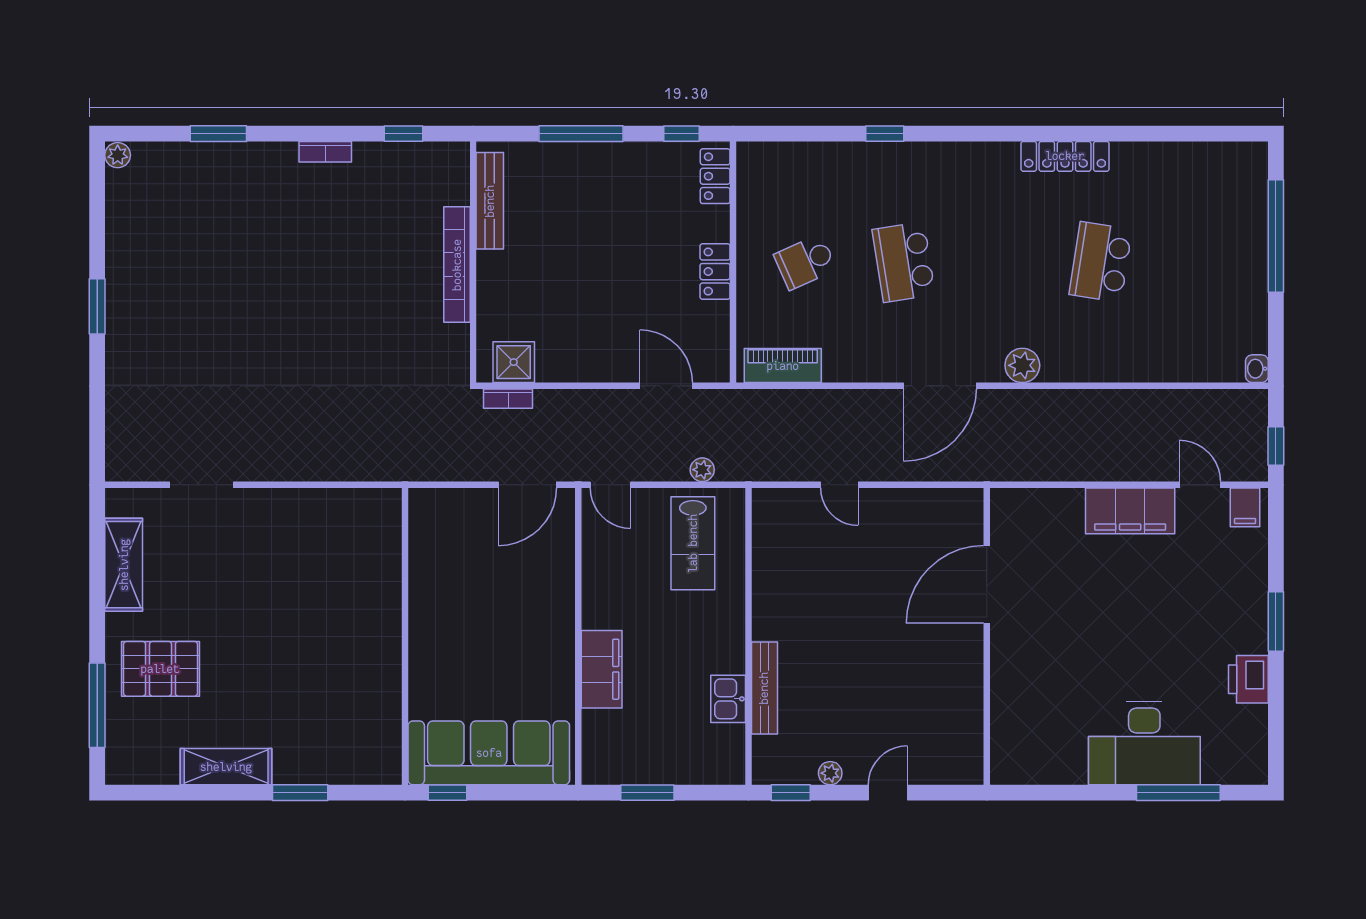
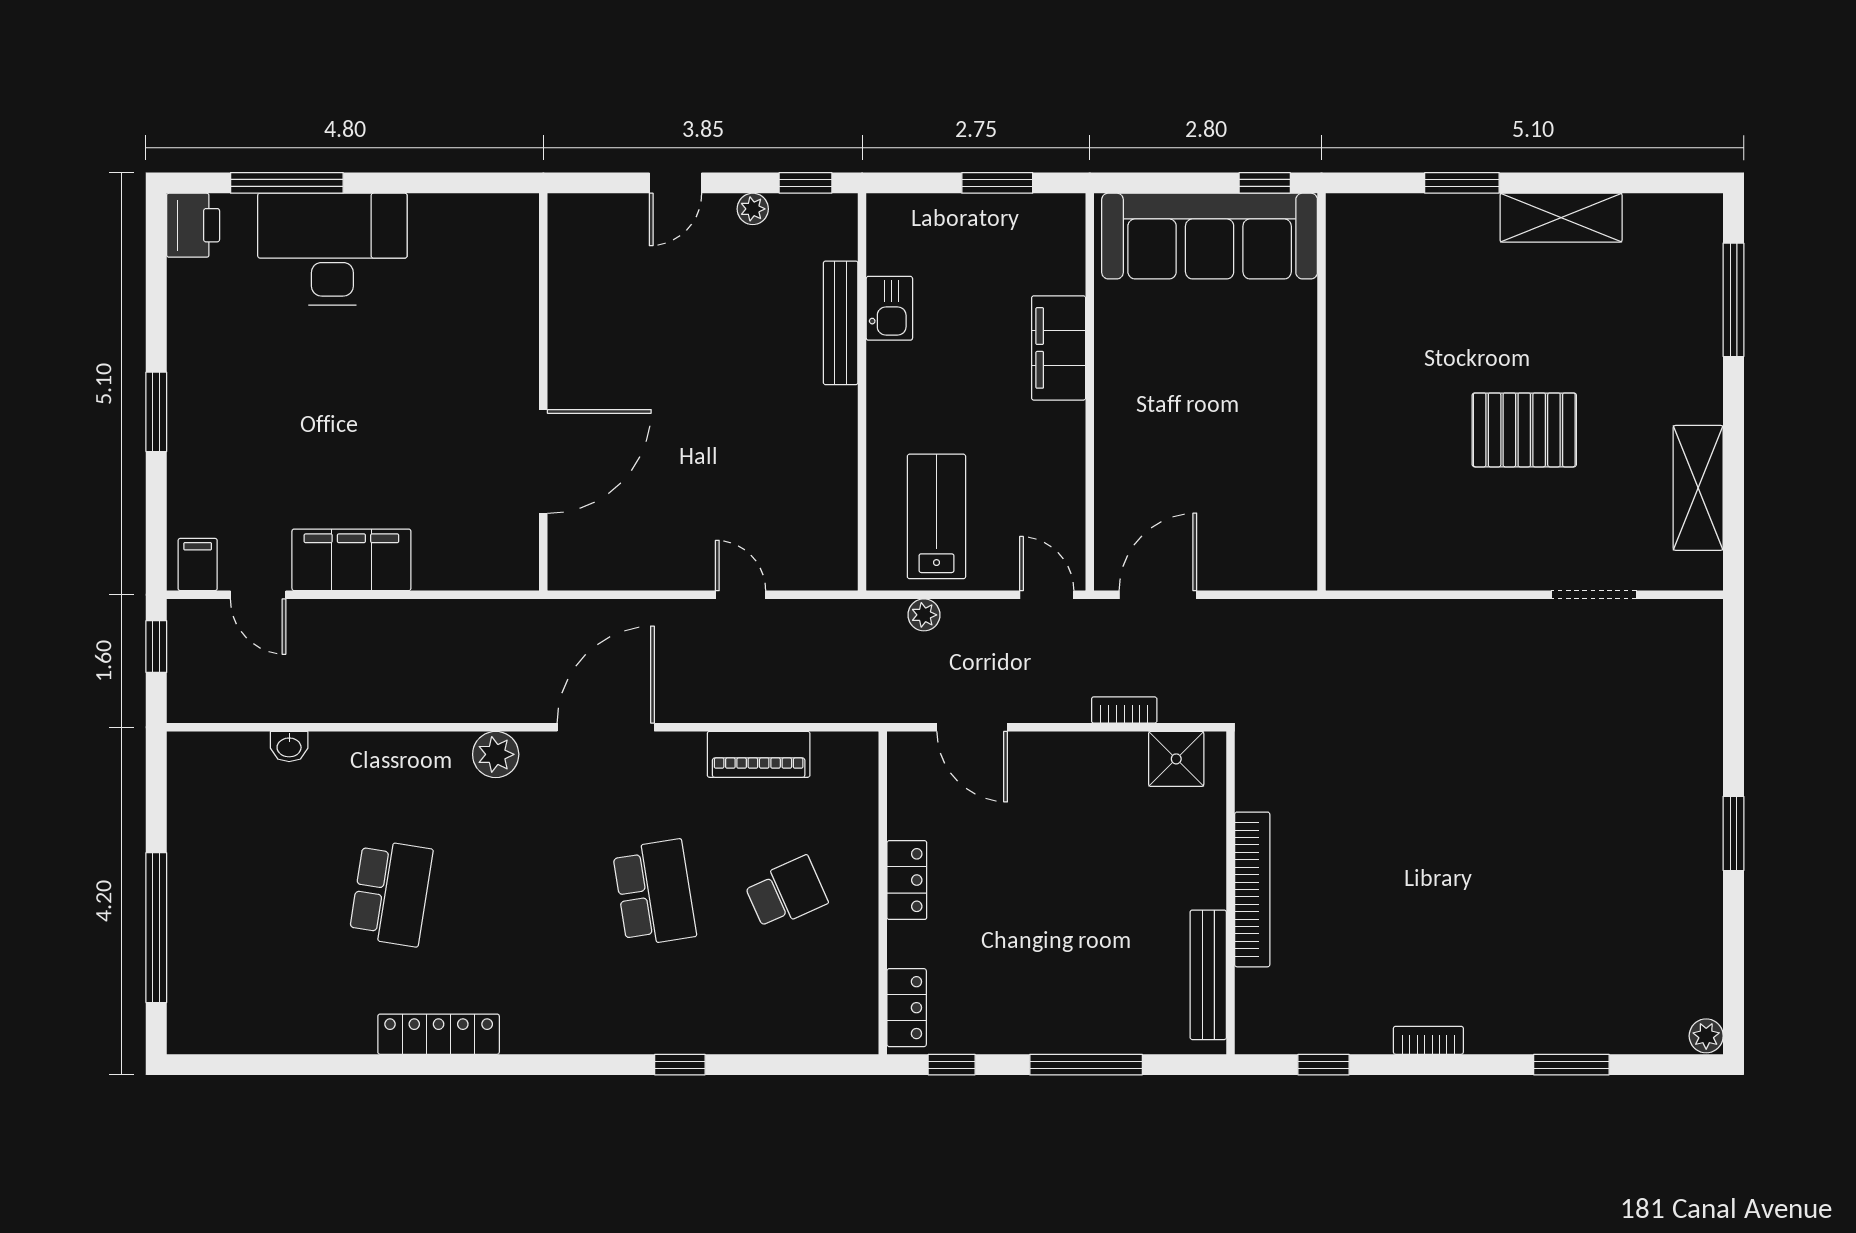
piano: (783, 366) -> (759, 754), moved
washbasin: (1257, 369) -> (289, 747), moved, turned 90
bookcase: (508, 399) -> (1124, 710), moved
pallet: (160, 669) -> (1524, 430), moved
printer: (1248, 679) -> (193, 225), moved

